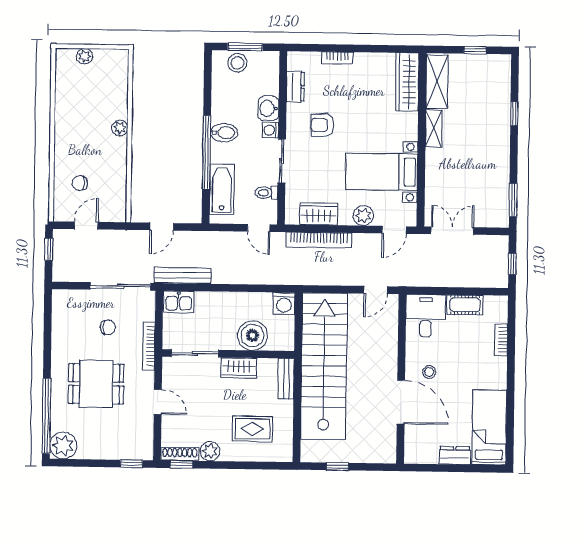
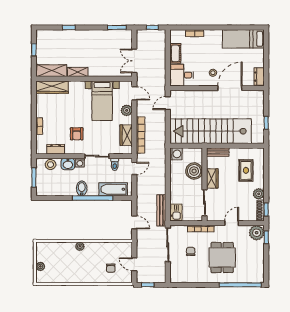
stool: (237, 63) -> (51, 165), moved
door: (376, 290) -> (168, 103), swing flipped
plant: (63, 445) -> (257, 233), moved
dresser: (455, 456) -> (259, 77), moved

